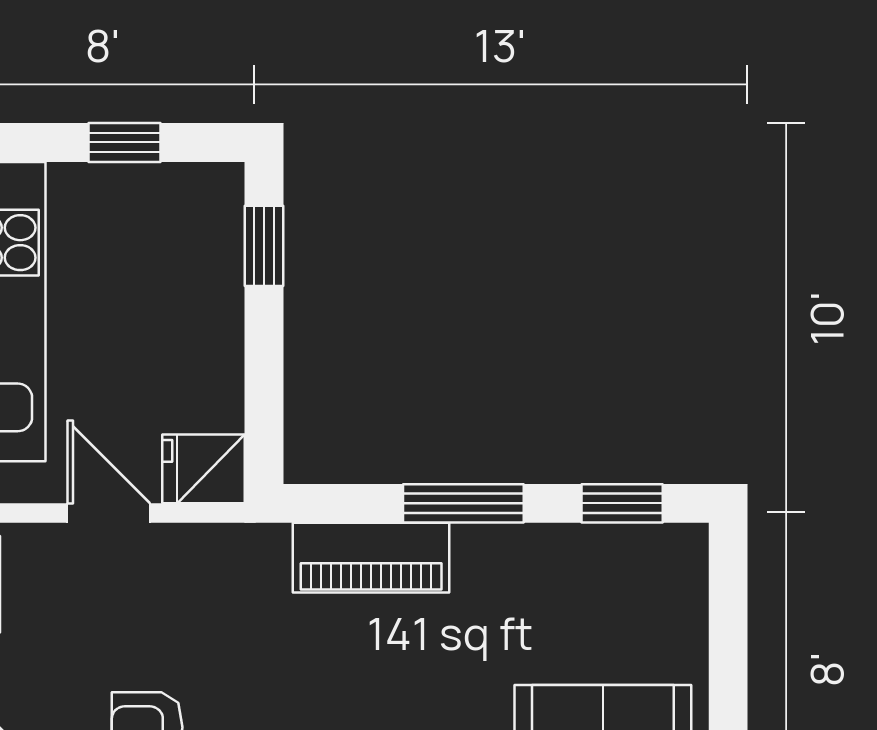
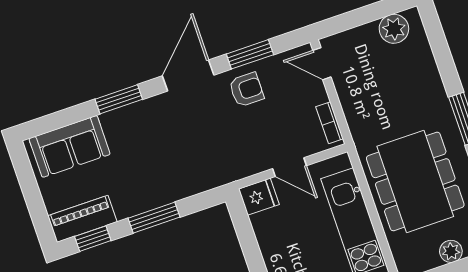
piano: (371, 558) -> (82, 219), moved

